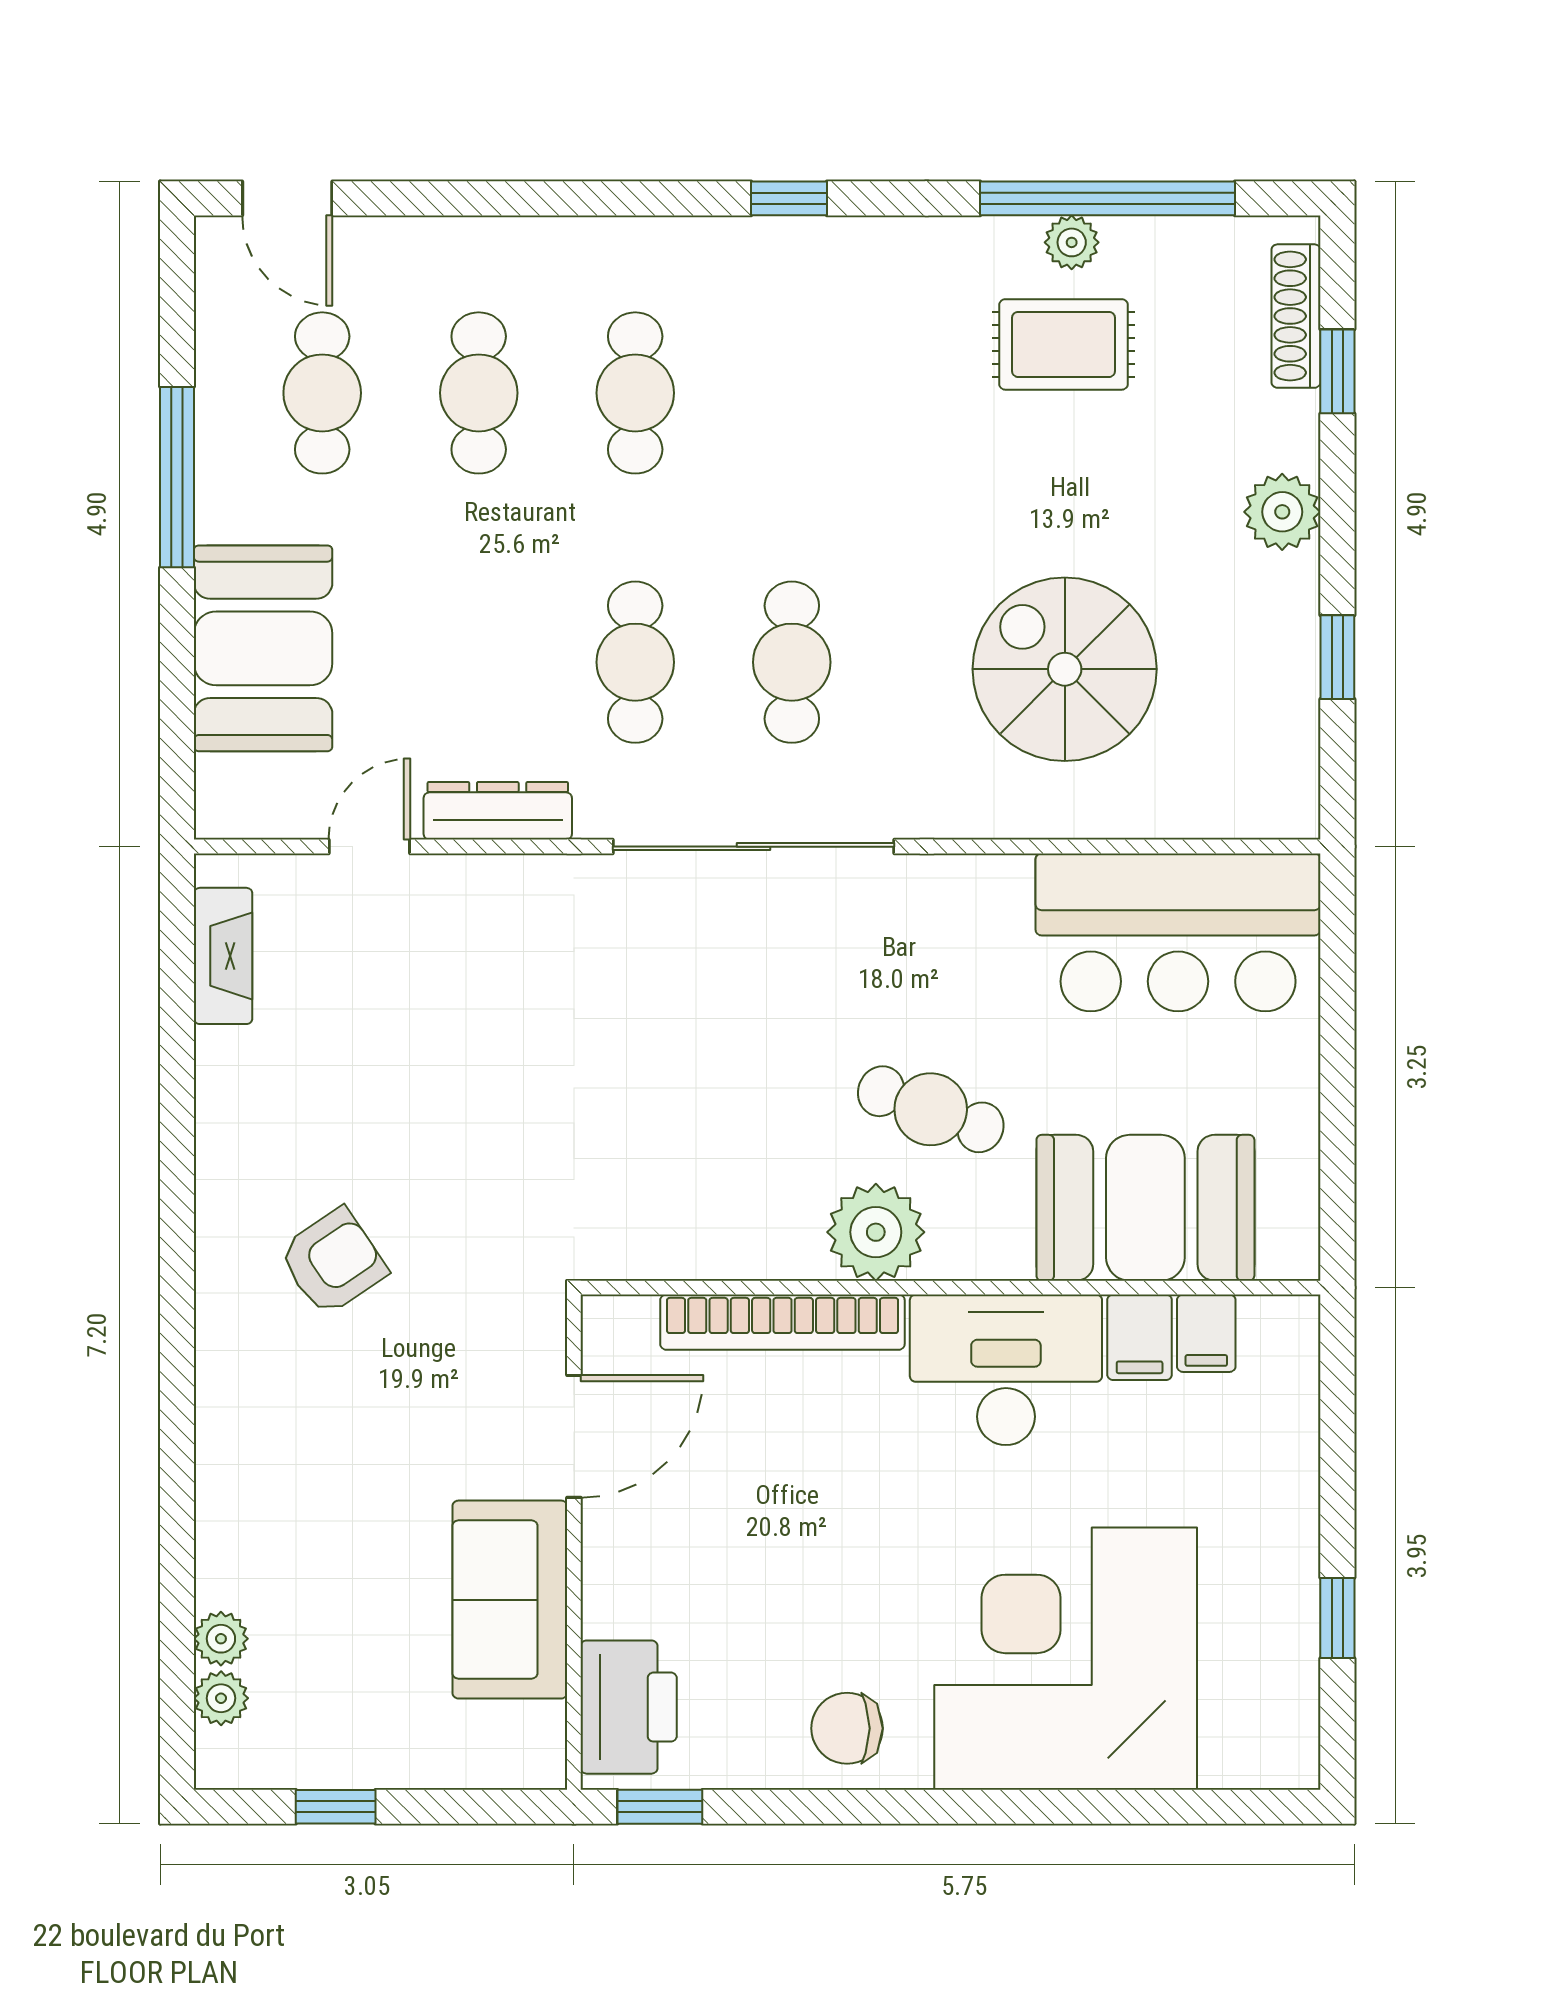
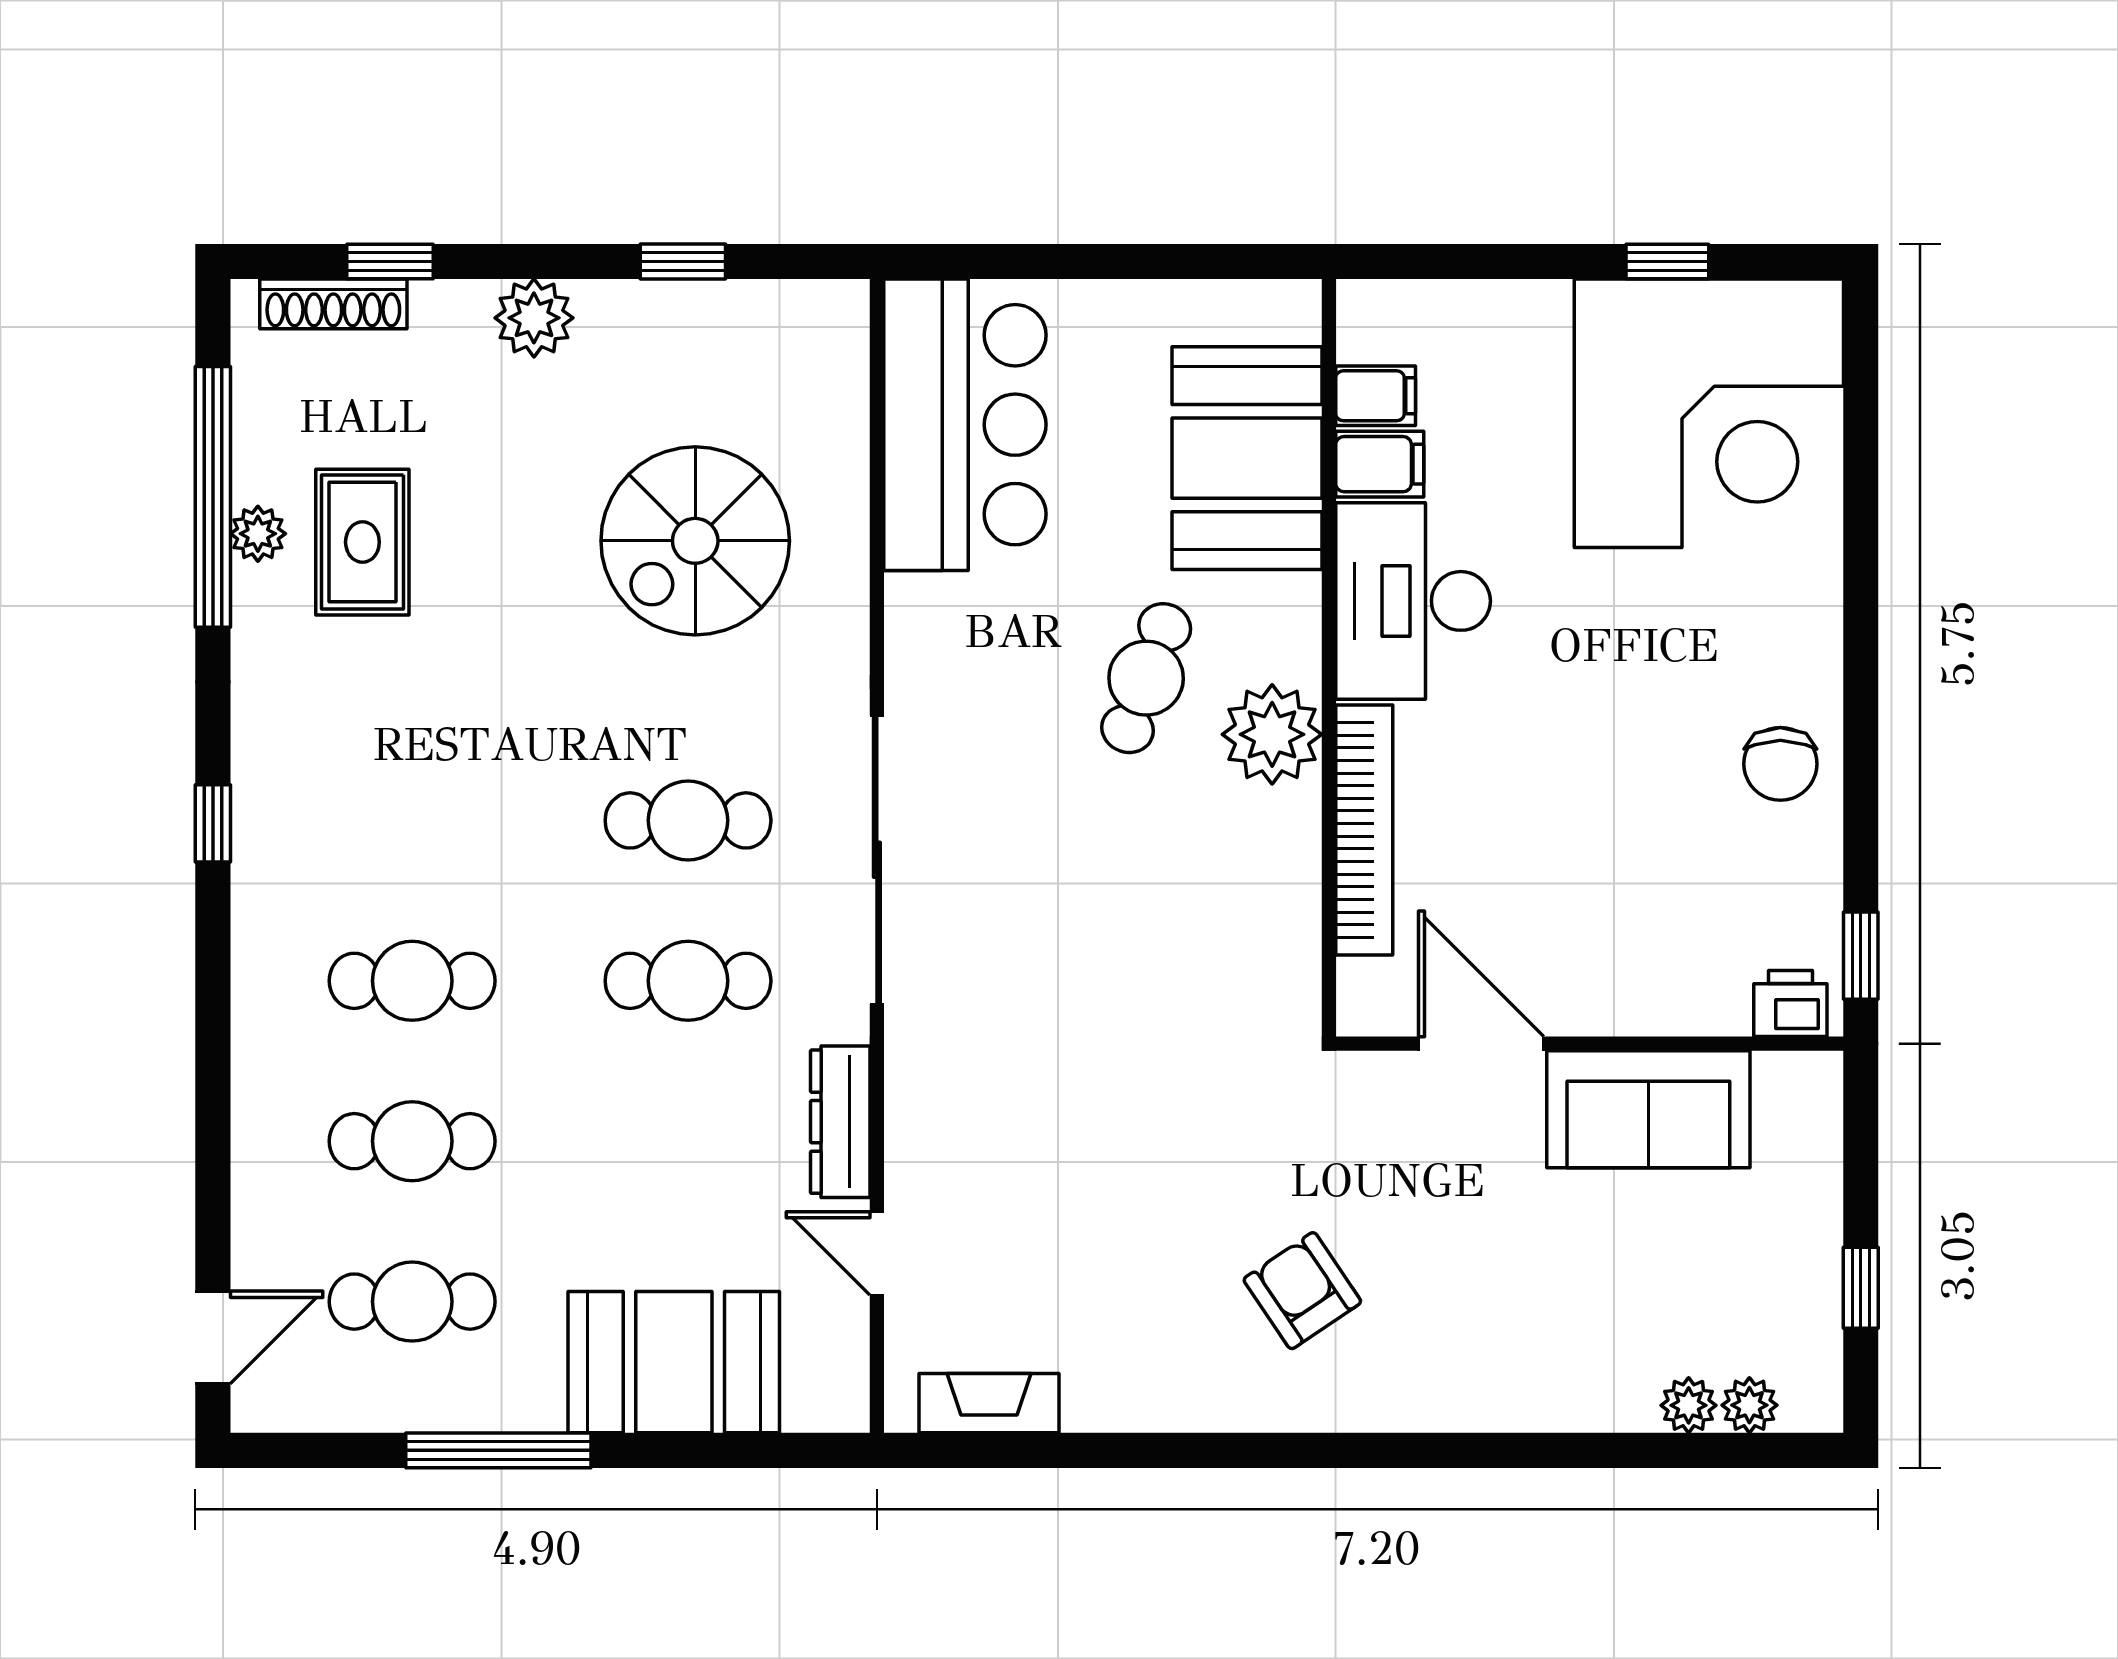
corner desk: (1066, 1659) -> (1709, 413), moved, turned -90
printer: (629, 1707) -> (1790, 1004), width x0.53, depth x0.68

